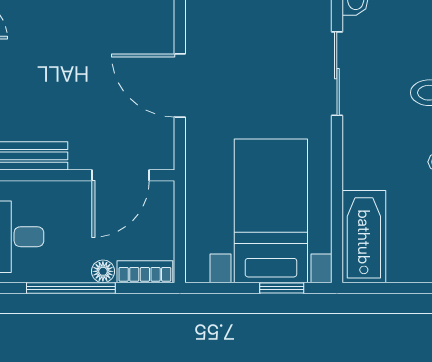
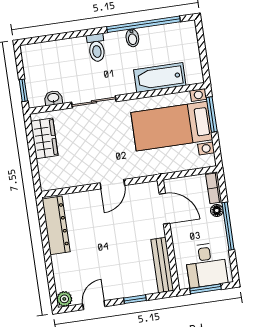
door: (180, 86) -> (112, 184), width x0.73
bathtub: (364, 237) -> (160, 78), moved
window: (282, 288) -> (212, 114), width x1.50

